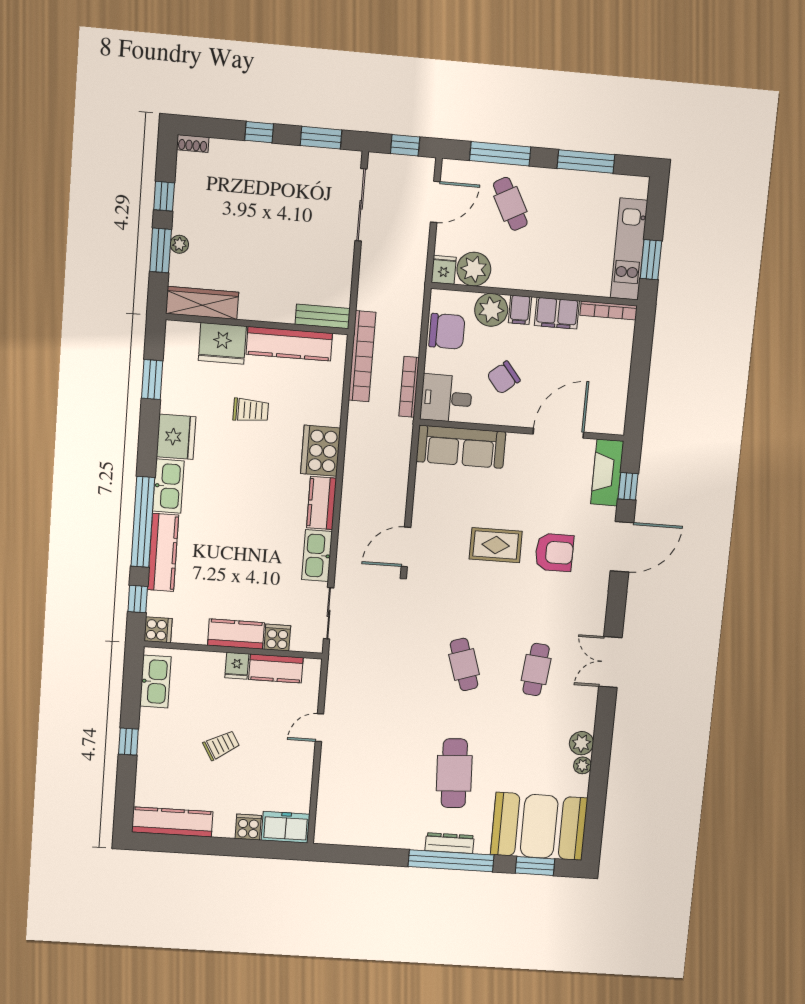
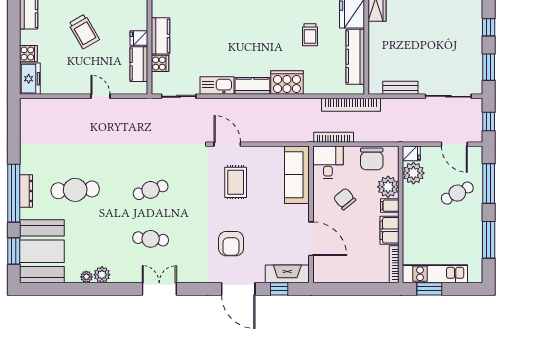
bench: (323, 316) -> (400, 88), moved, turned 90
rug: (496, 545) -> (236, 182), moved
trolley: (221, 745) -> (84, 31), width x1.36, depth x1.39

